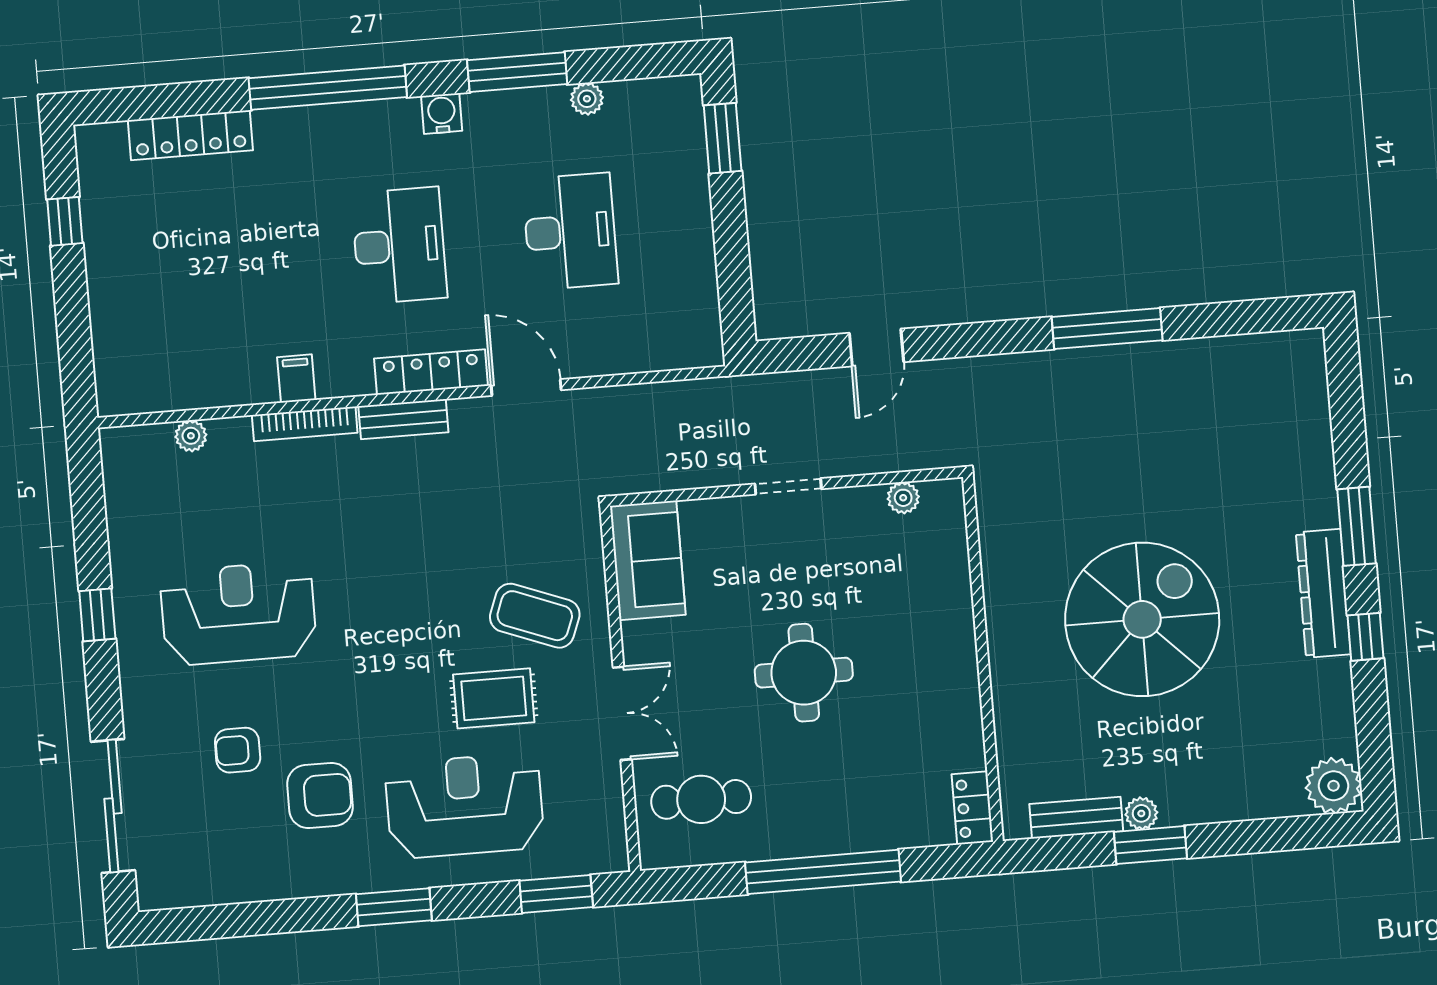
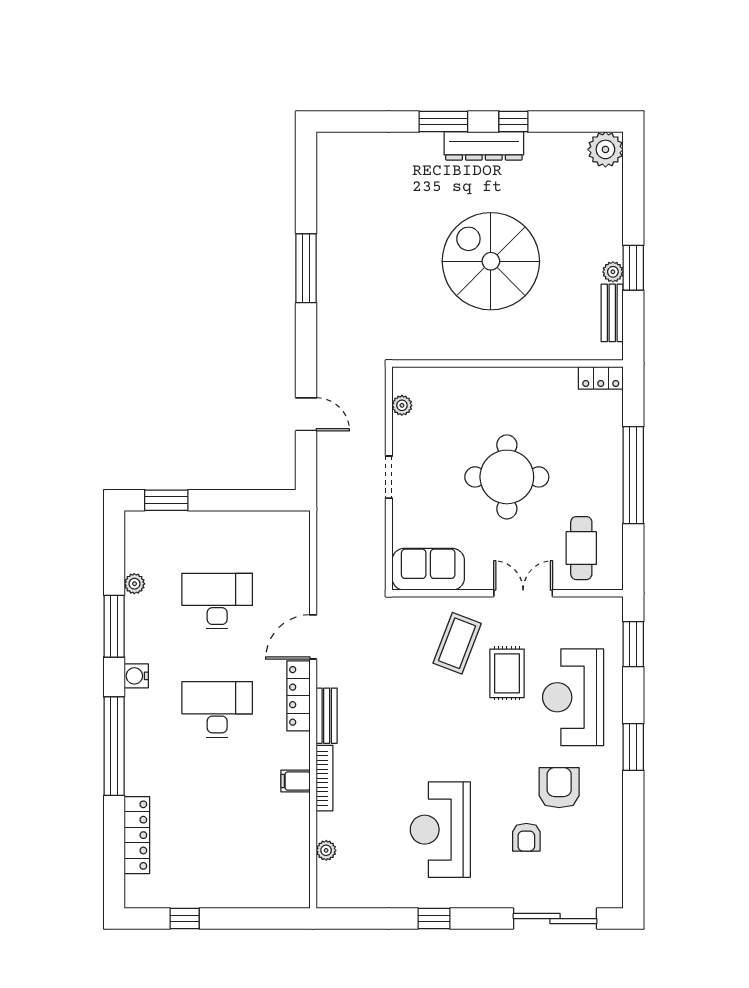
round table: (804, 673) -> (507, 477), width x1.36, depth x1.36

